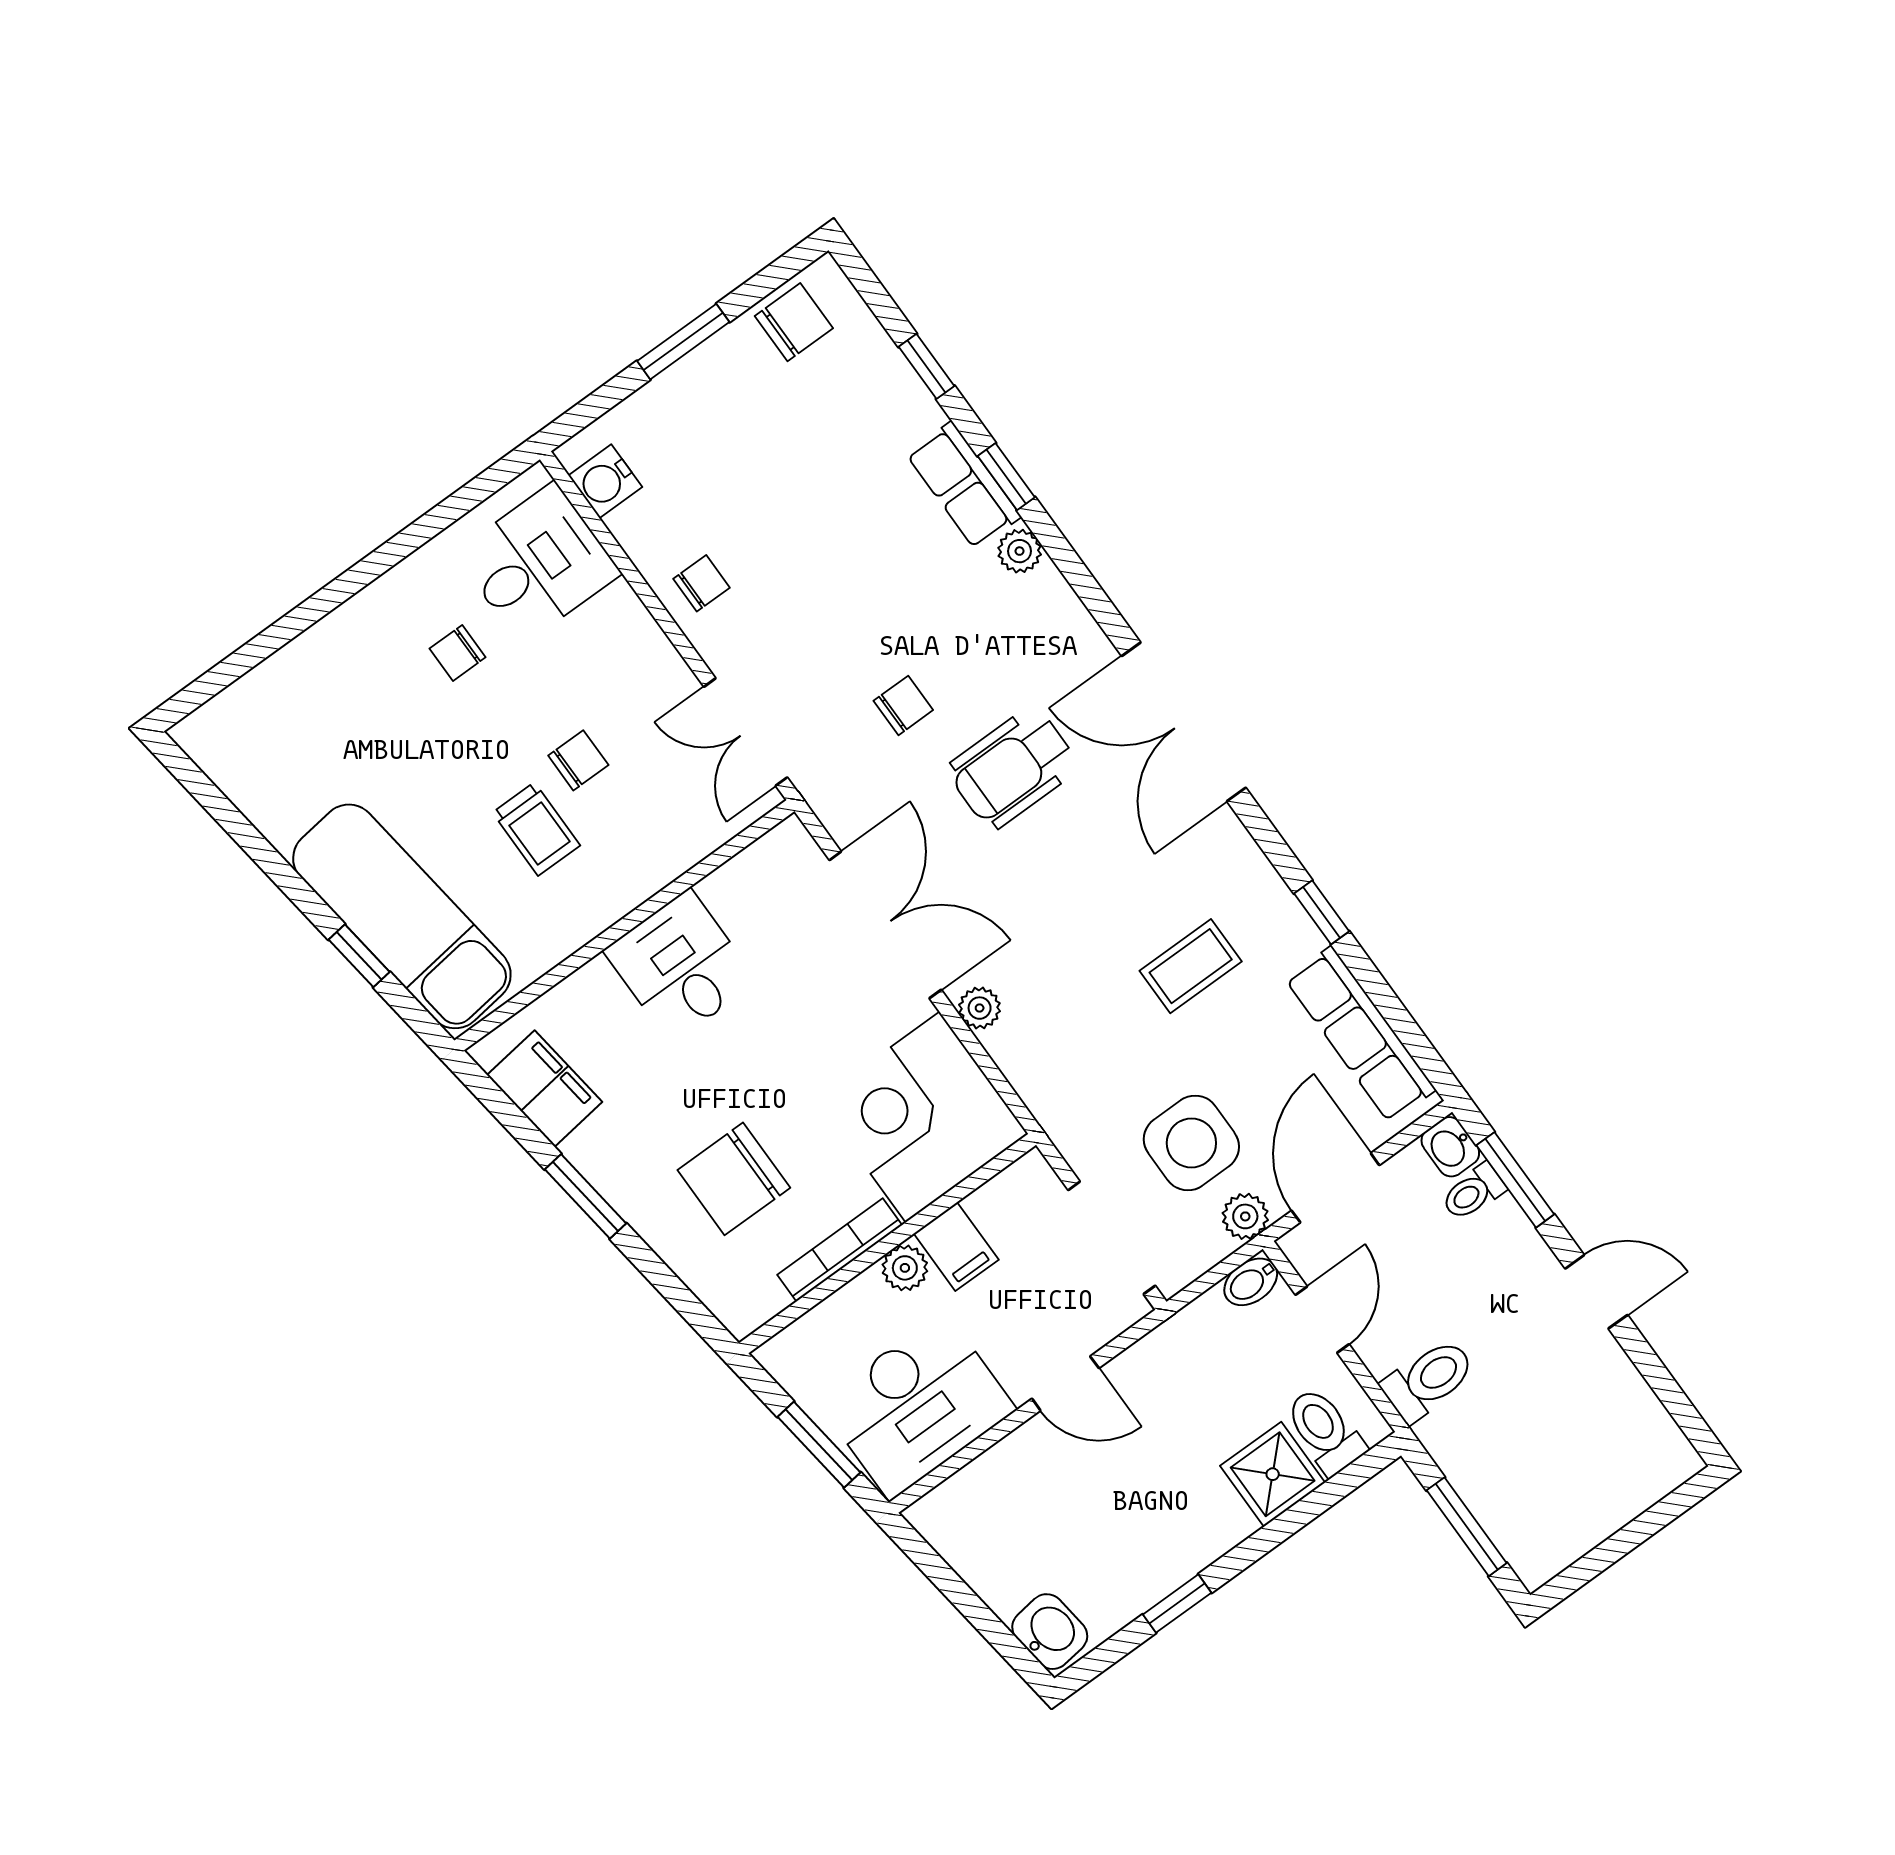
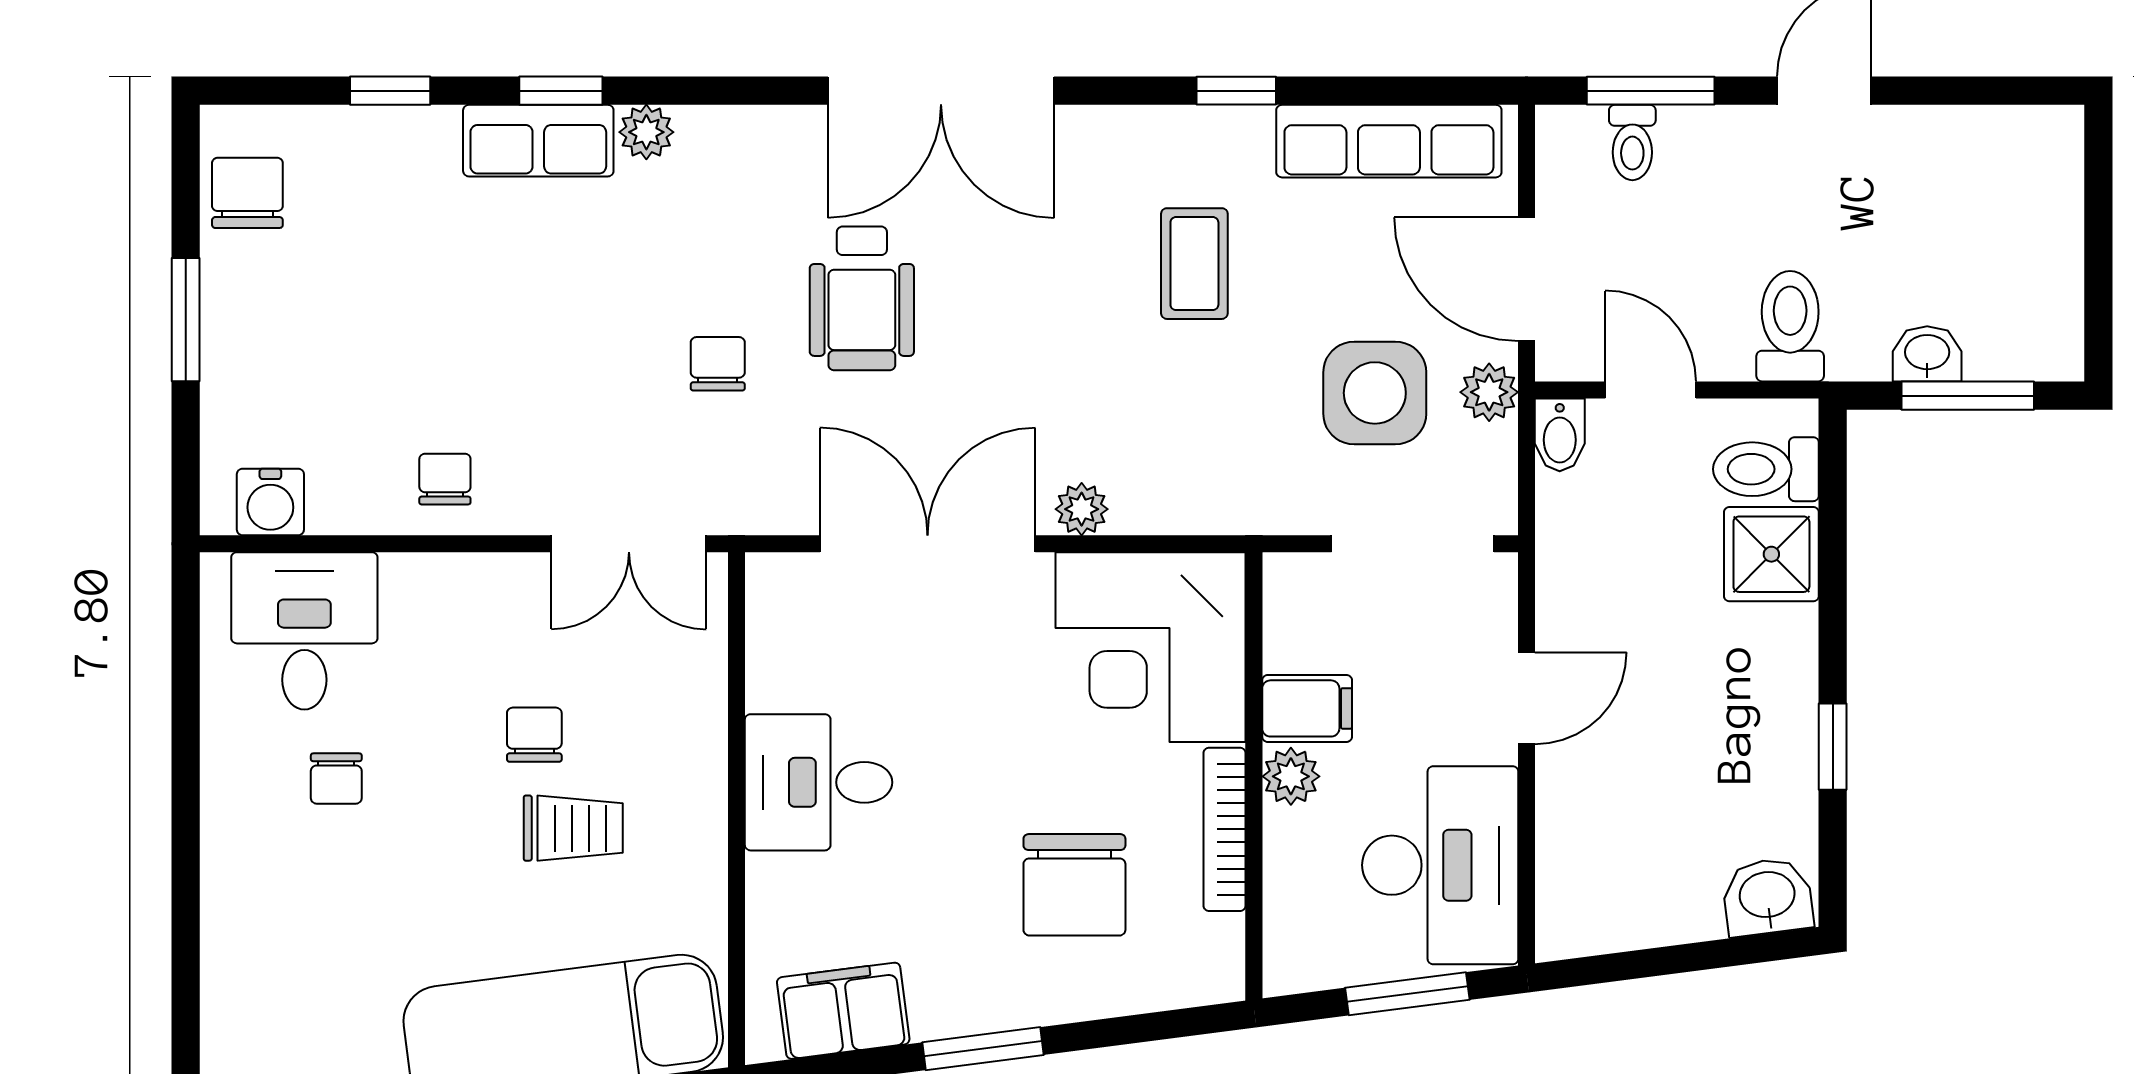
washbasin: (1450, 1147) -> (1927, 354), moved, turned 180

